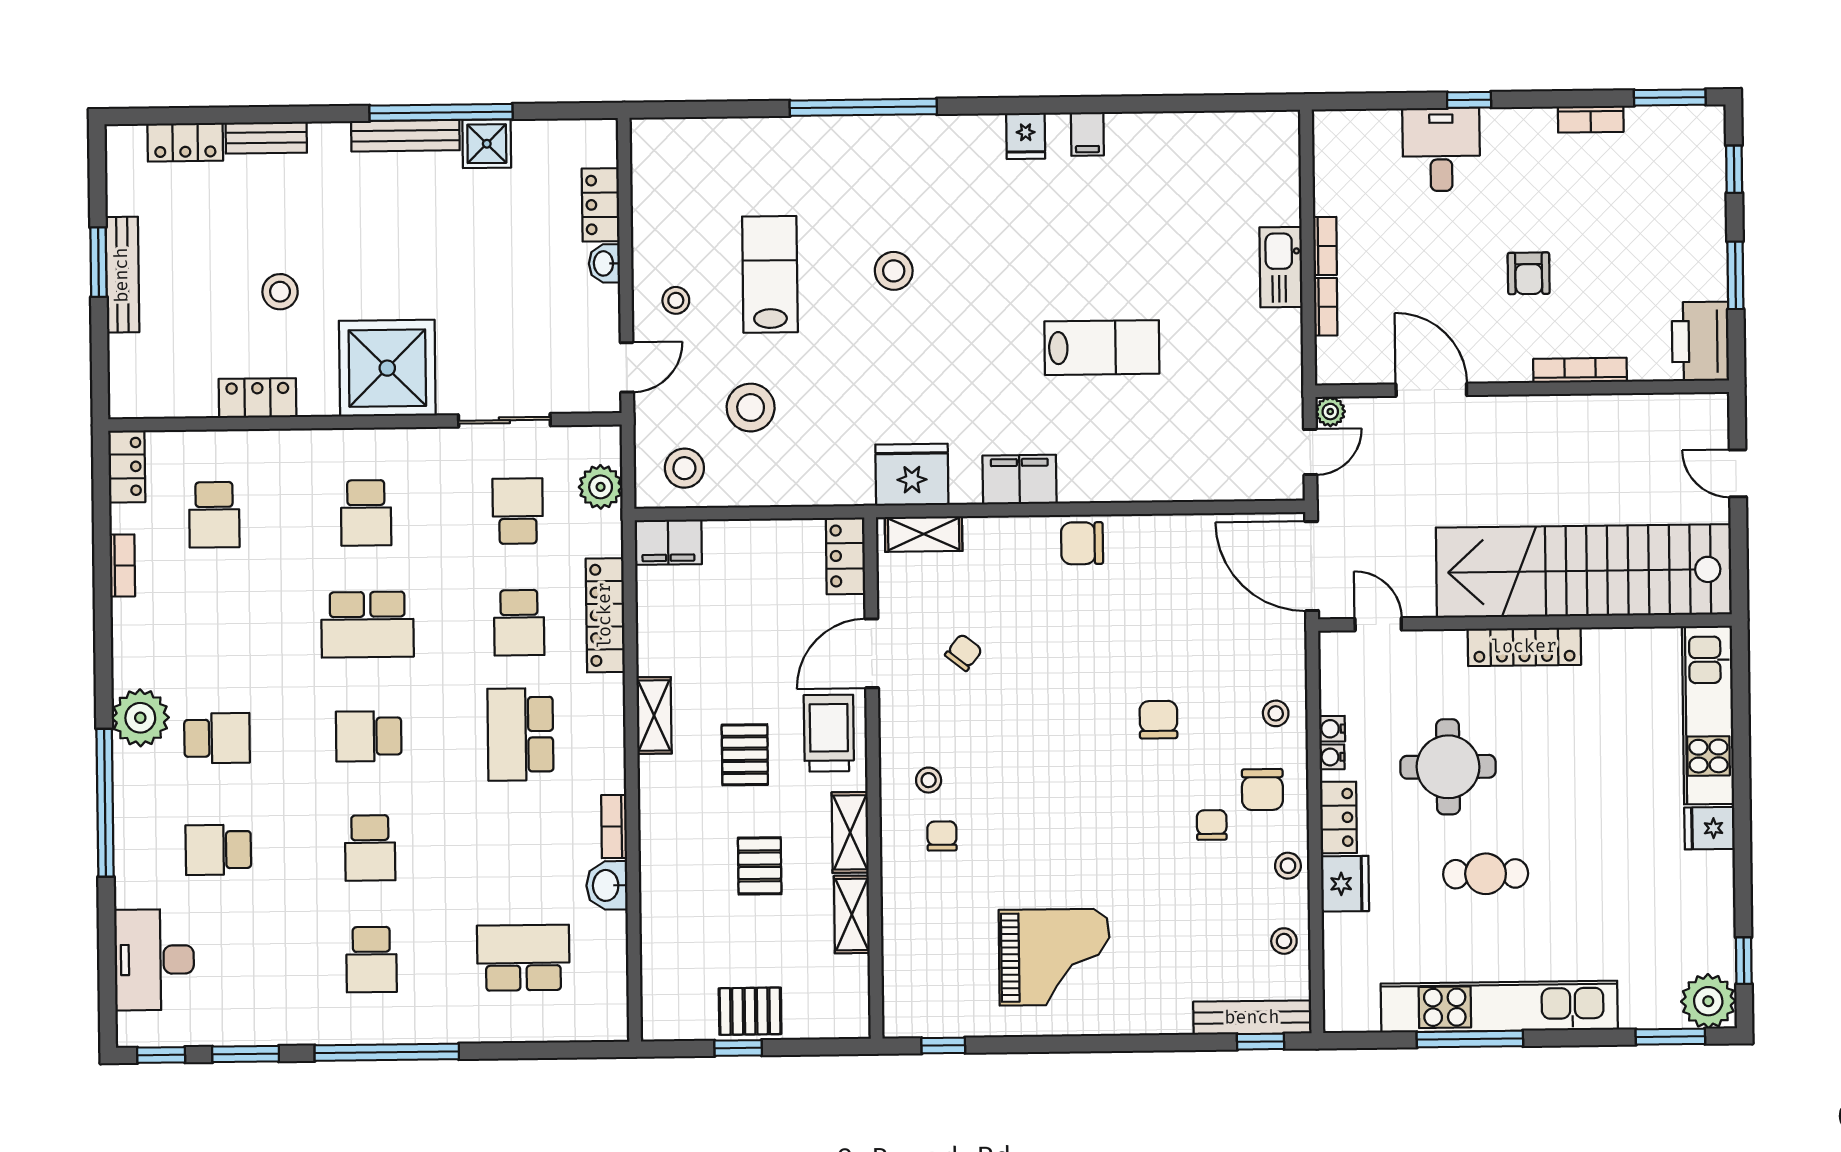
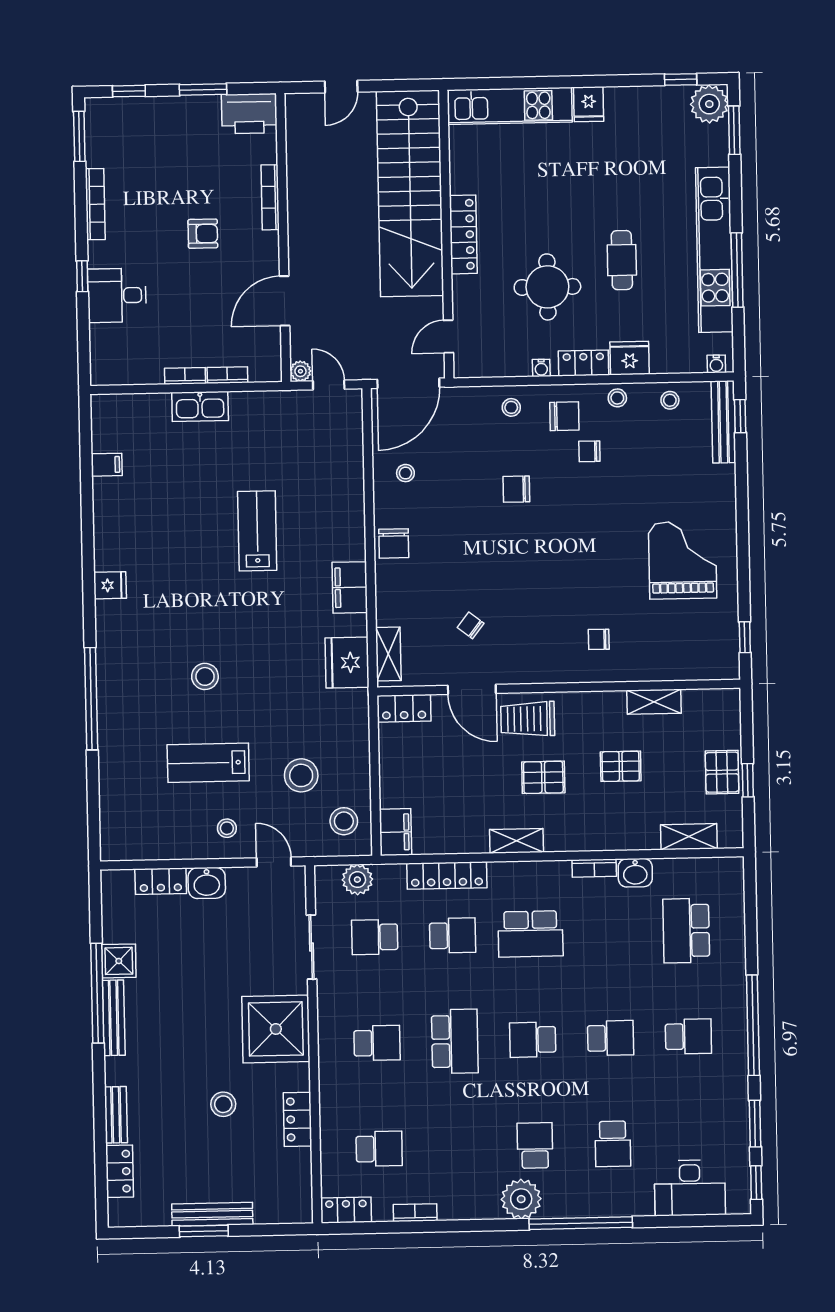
bookcase: (1591, 119) -> (95, 204), width x1.56
filing cabinet: (1087, 134) -> (107, 465), moved
washbasin: (604, 263) -> (207, 883), width x1.38, depth x1.45
water cooler: (1332, 729) -> (716, 364), moved
school desk: (369, 736) -> (533, 1040), turned 90
stool: (929, 780) -> (405, 473), moved
shelving: (850, 832) -> (689, 837), moved

